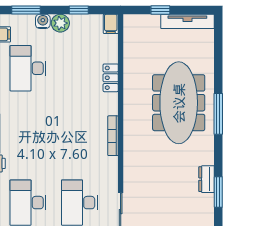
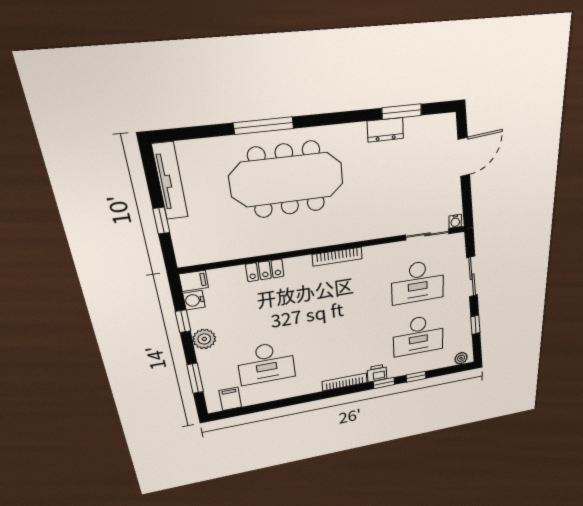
water cooler: (43, 21) -> (194, 300), moved
window: (218, 114) -> (264, 126), moved

